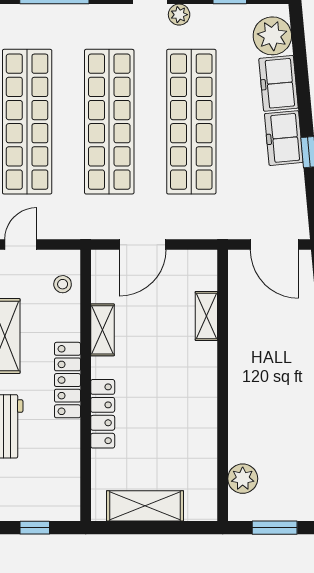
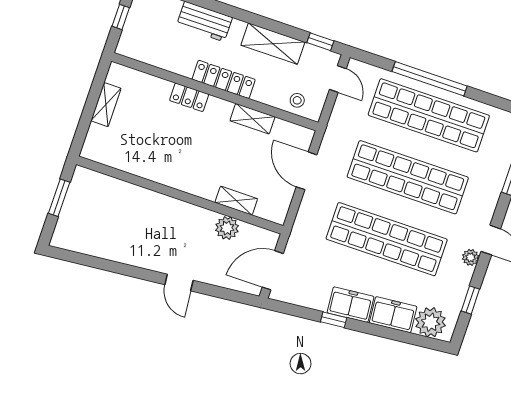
locker: (103, 414) -> (189, 97), width x0.66
plant: (243, 479) -> (227, 228), moved
shelving: (145, 506) -> (106, 105), width x0.67, depth x0.75

